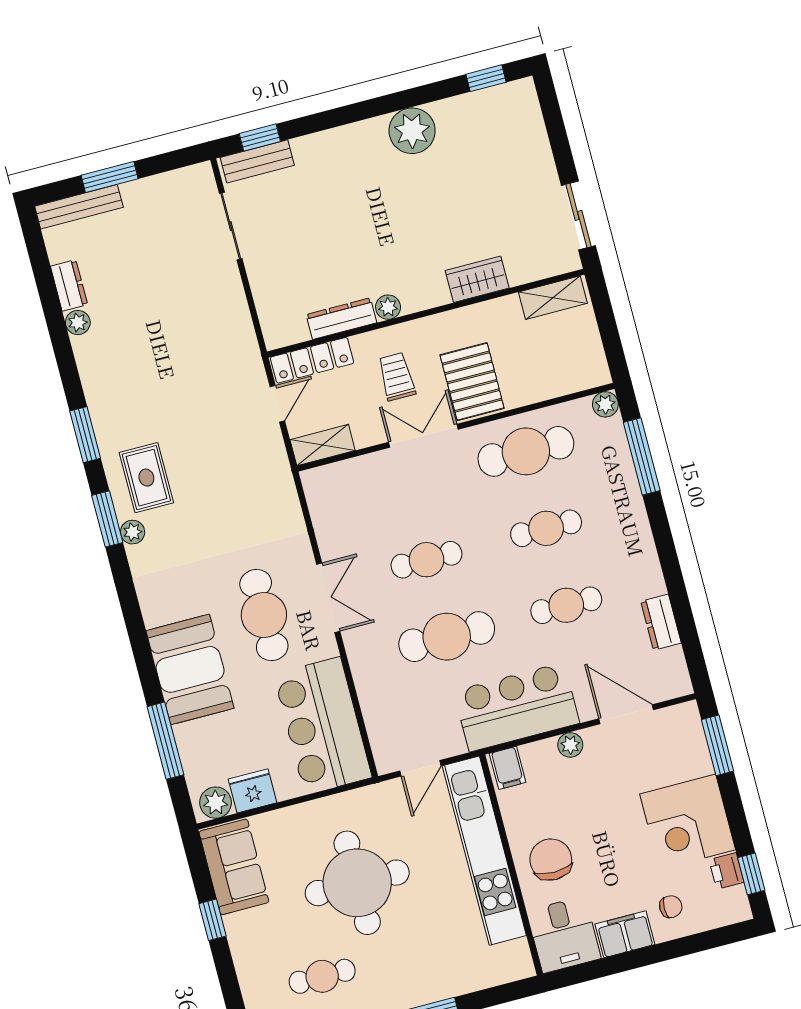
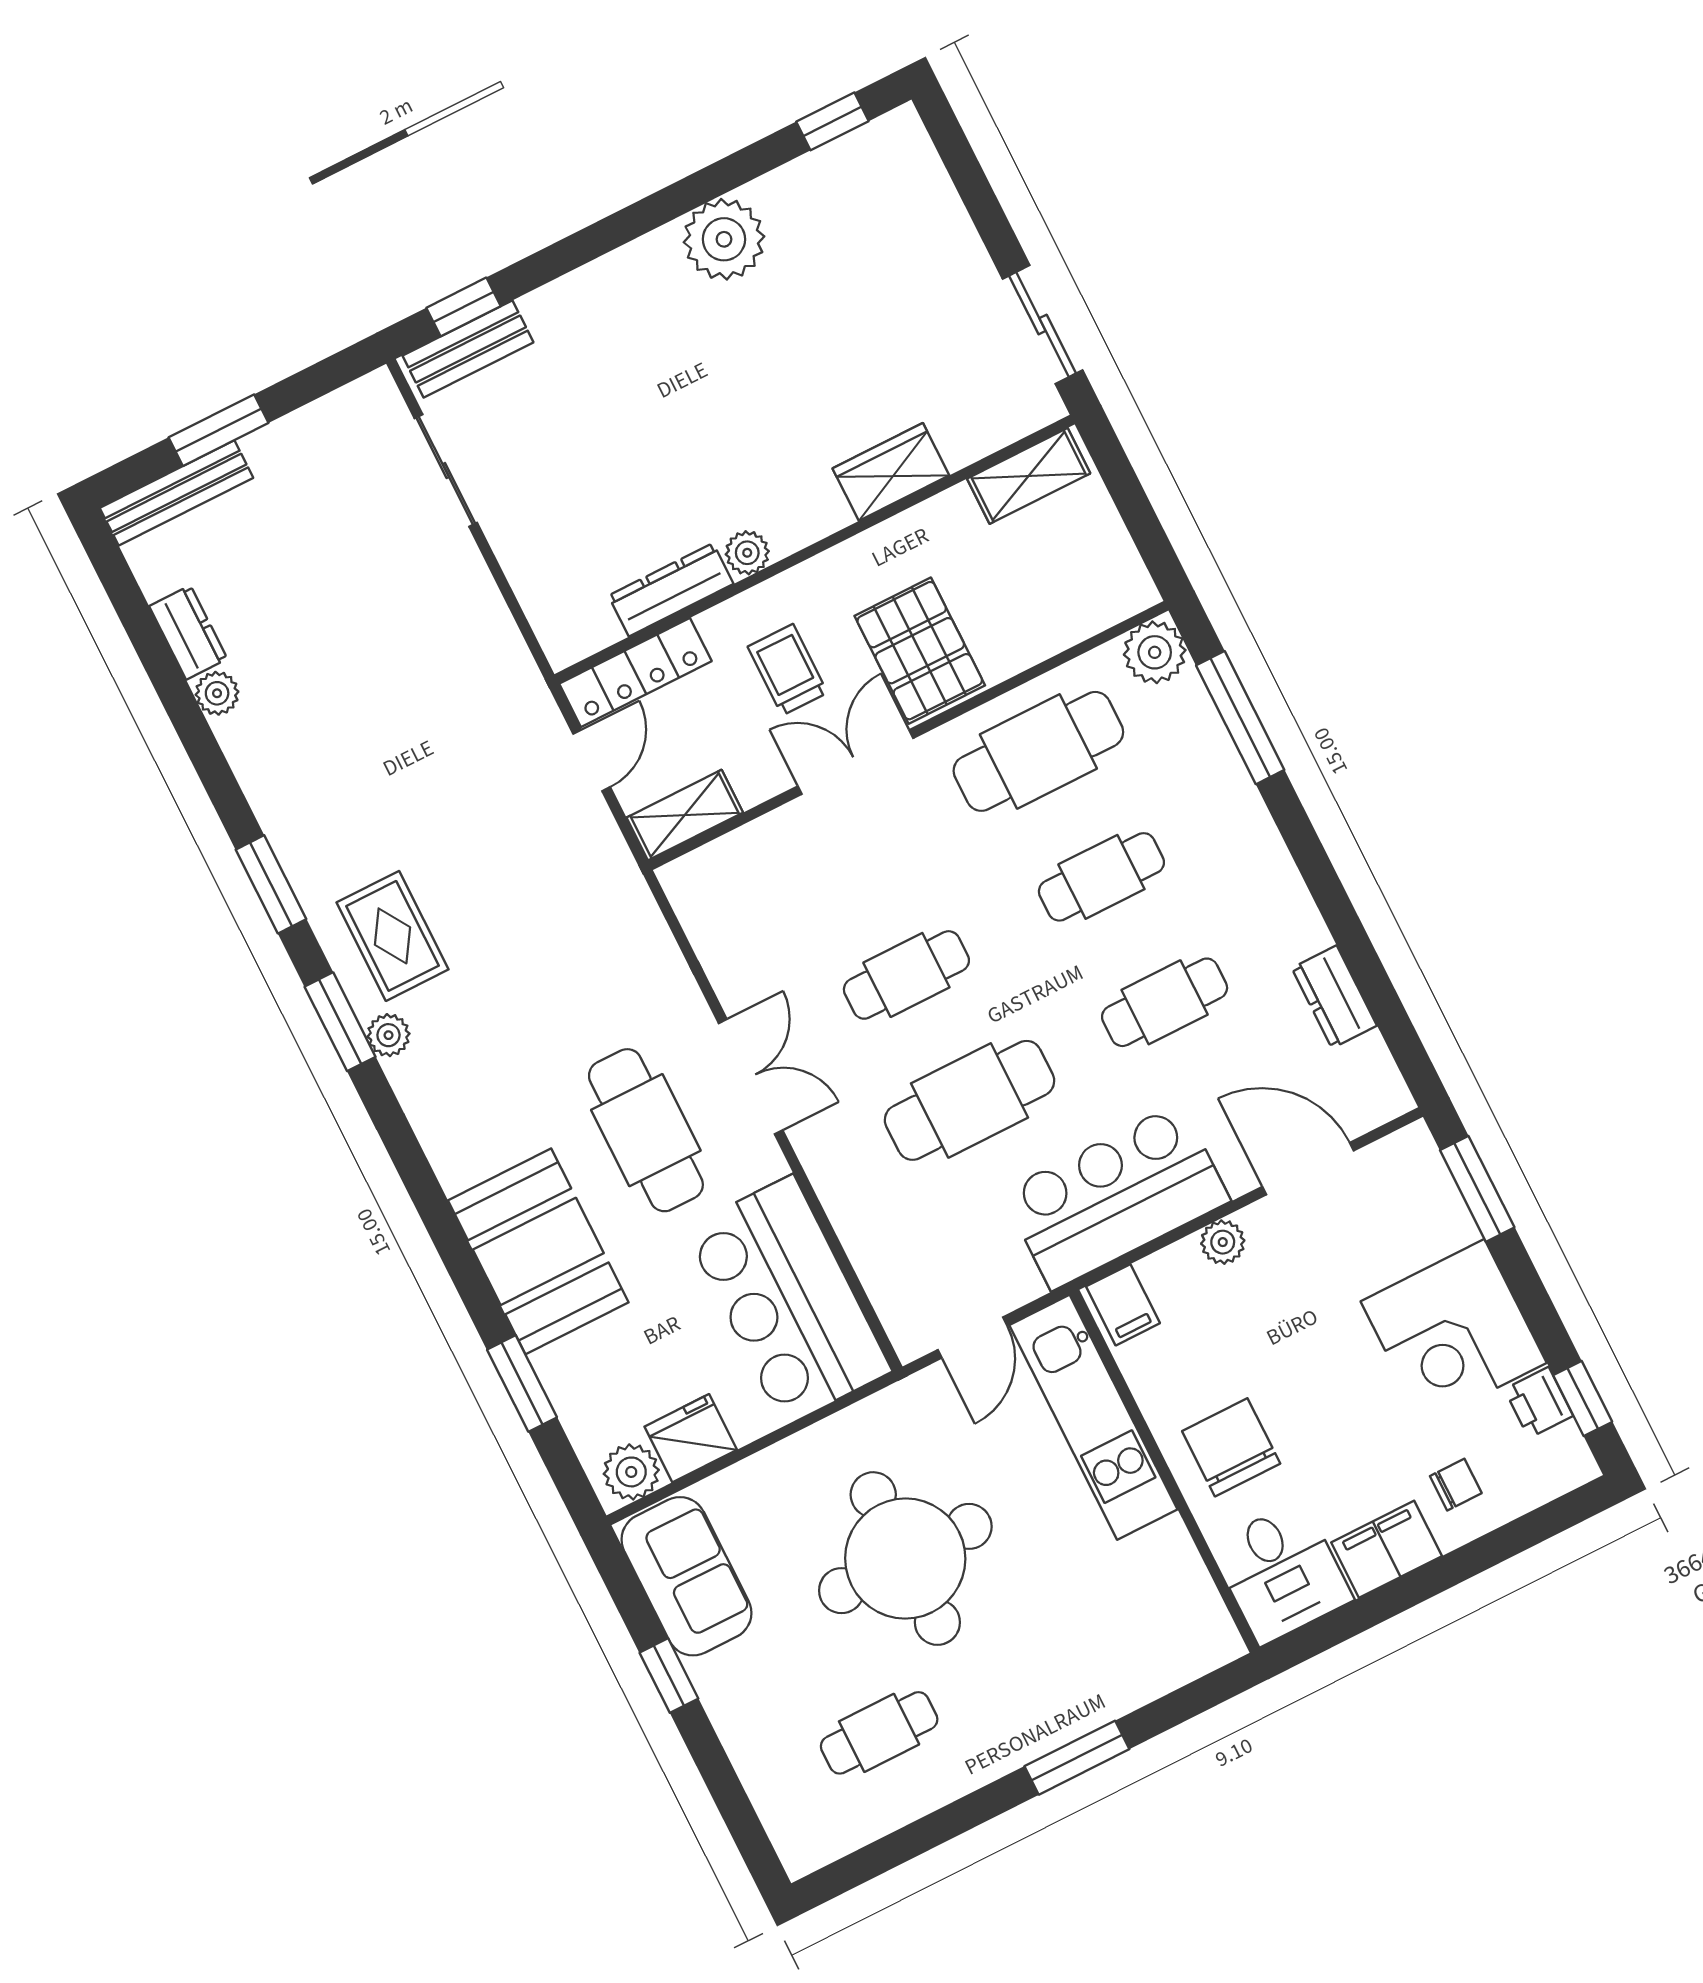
plant: (605, 404) -> (1155, 652), width x1.38, depth x1.38
window: (165, 741) -> (522, 1383), width x0.69
kitchen unit: (484, 851) -> (1093, 1417), width x0.73

